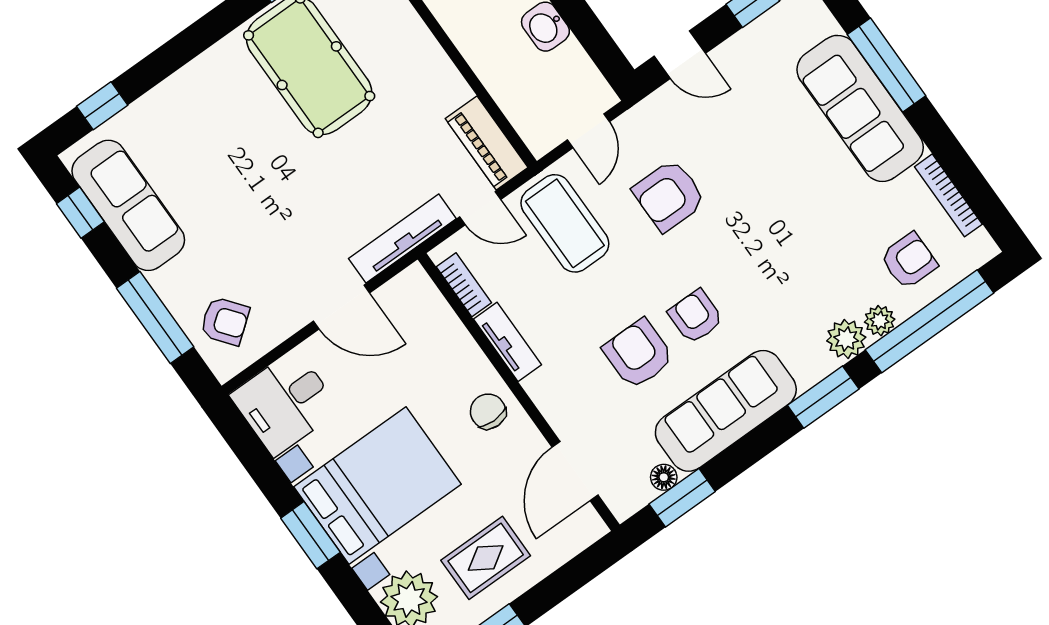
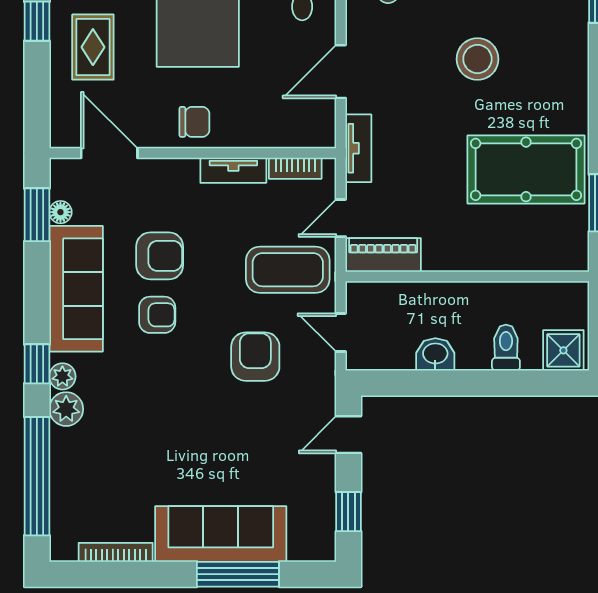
stool: (237, 186) -> (477, 59), added
tv unit: (402, 239) -> (358, 148), width x0.71
armchair: (909, 261) -> (90, 492), removed
plant: (880, 321) -> (62, 376), moved
window: (823, 397) -> (37, 364), width x0.67

